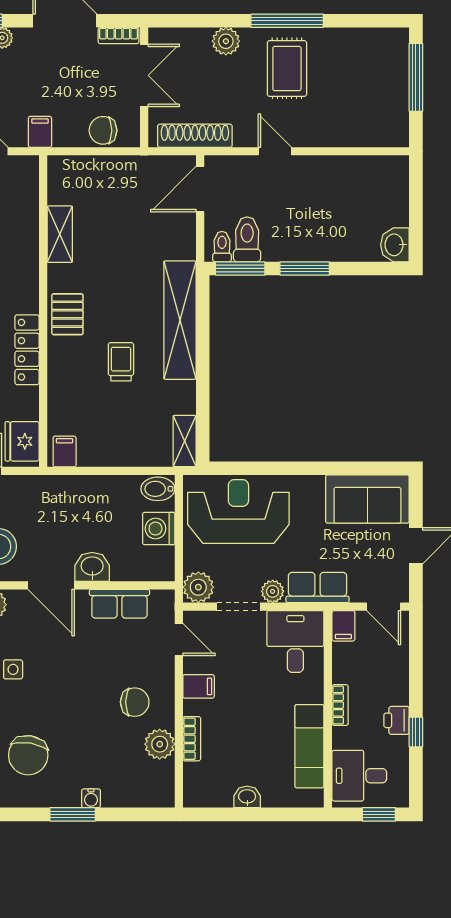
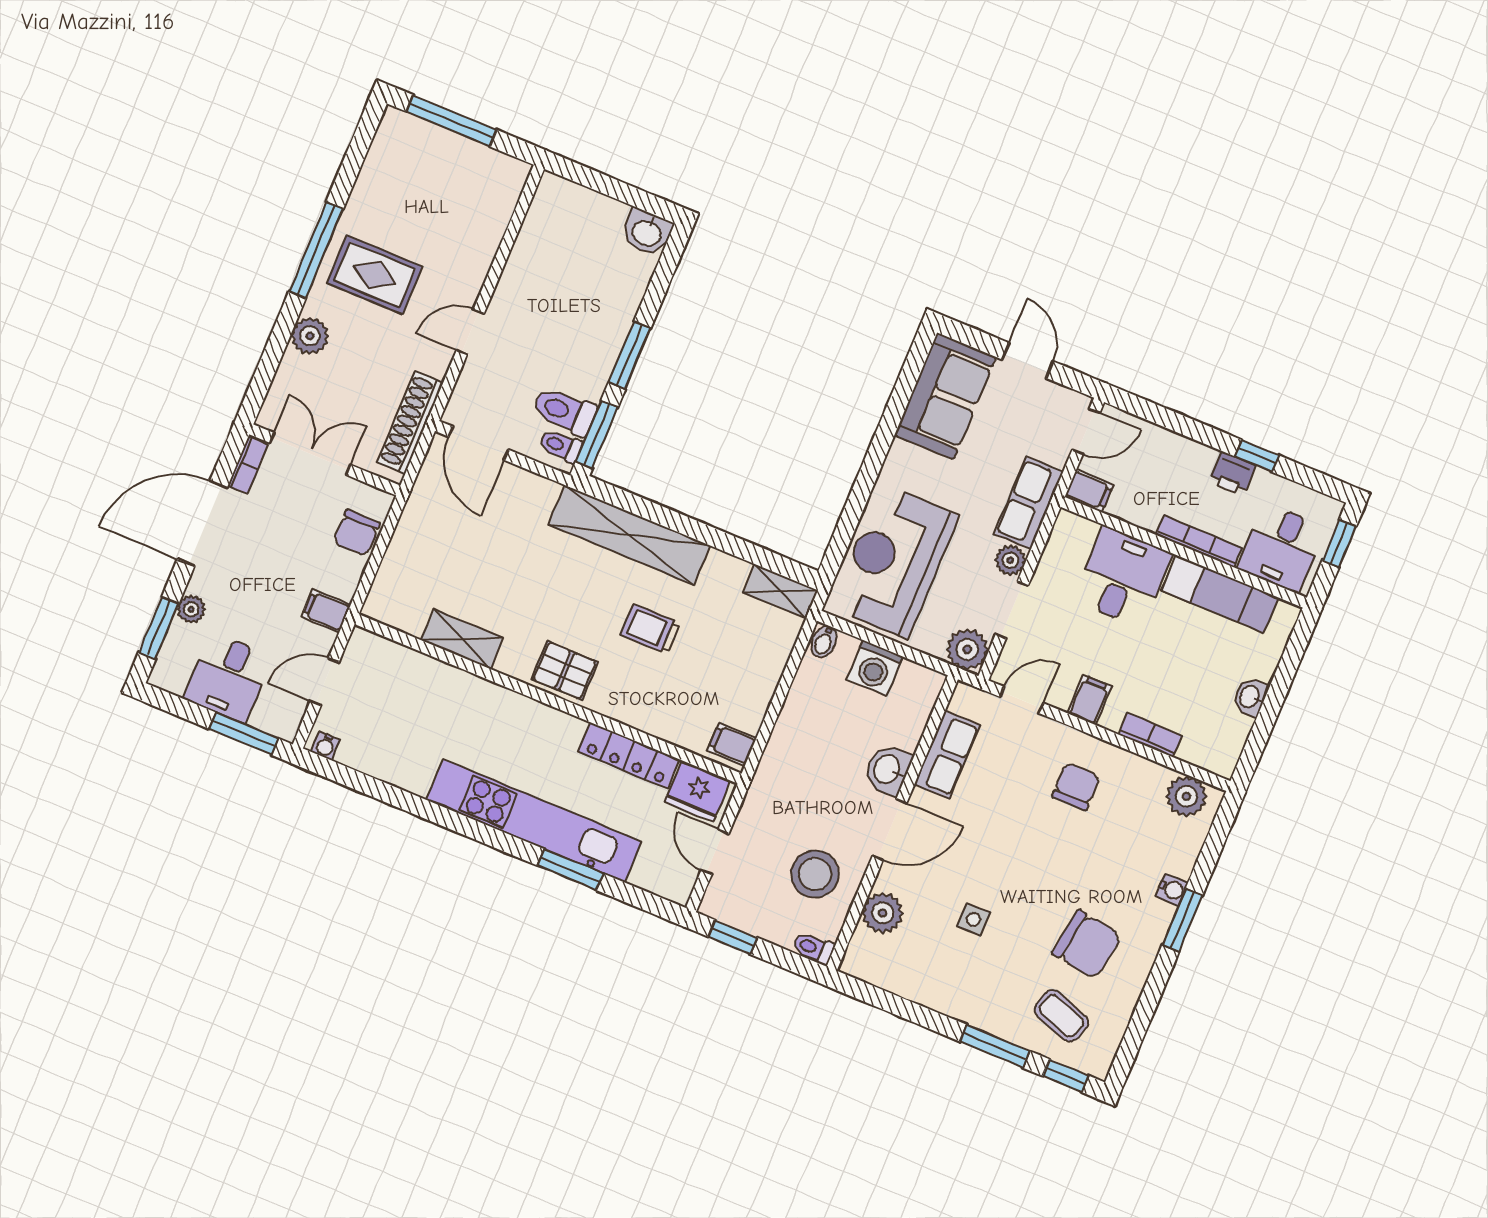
locker: (27, 350) -> (629, 756), moved
bidet: (158, 489) -> (824, 642), width x0.72, depth x0.74
desk: (295, 641) -> (1122, 577), moved, turned 90
bookcase: (340, 705) -> (1199, 541), width x1.56
plant: (160, 744) -> (1186, 796), moved

